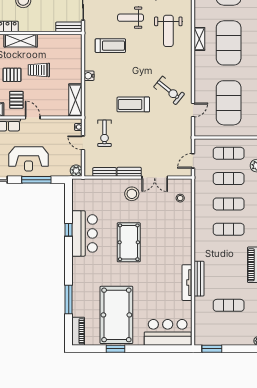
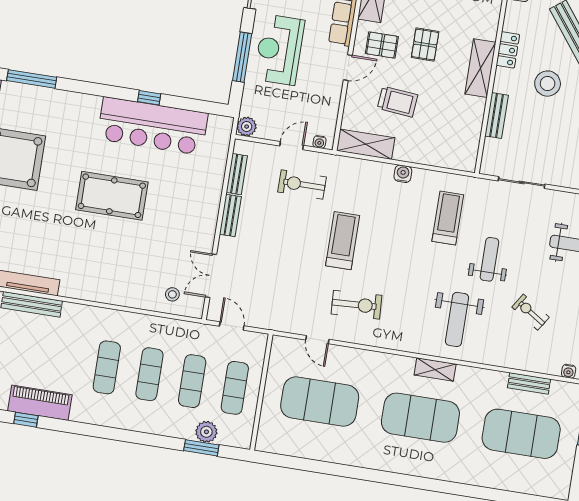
bench: (69, 27) -> (497, 116), moved
weight bench: (168, 31) -> (457, 319), turned -90
treadmill: (110, 46) -> (448, 218), turned 180
trolley: (39, 70) -> (397, 102), moved, turned 95
exercise bike: (169, 90) -> (357, 305), turned -132
double door: (155, 177) -> (211, 276), moved
stool: (132, 194) -> (193, 214), removed
bar counter: (85, 233) -> (153, 126), width x1.36

